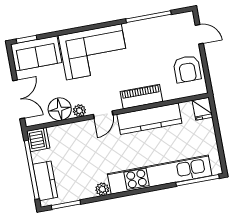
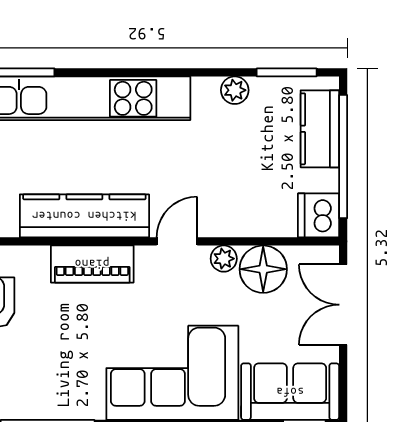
plant: (102, 189) -> (235, 90), moved

